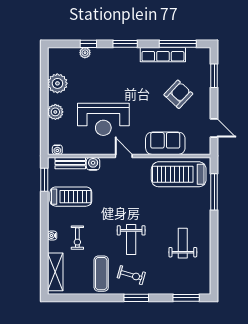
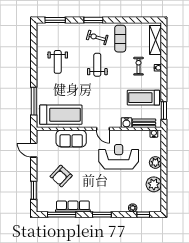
window: (88, 44) -> (143, 215), moved

